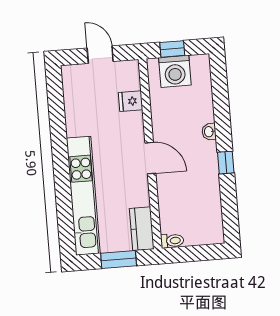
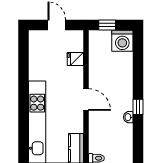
washing machine: (175, 71) -> (122, 41), moved
washbasin: (209, 132) -> (128, 117), moved

